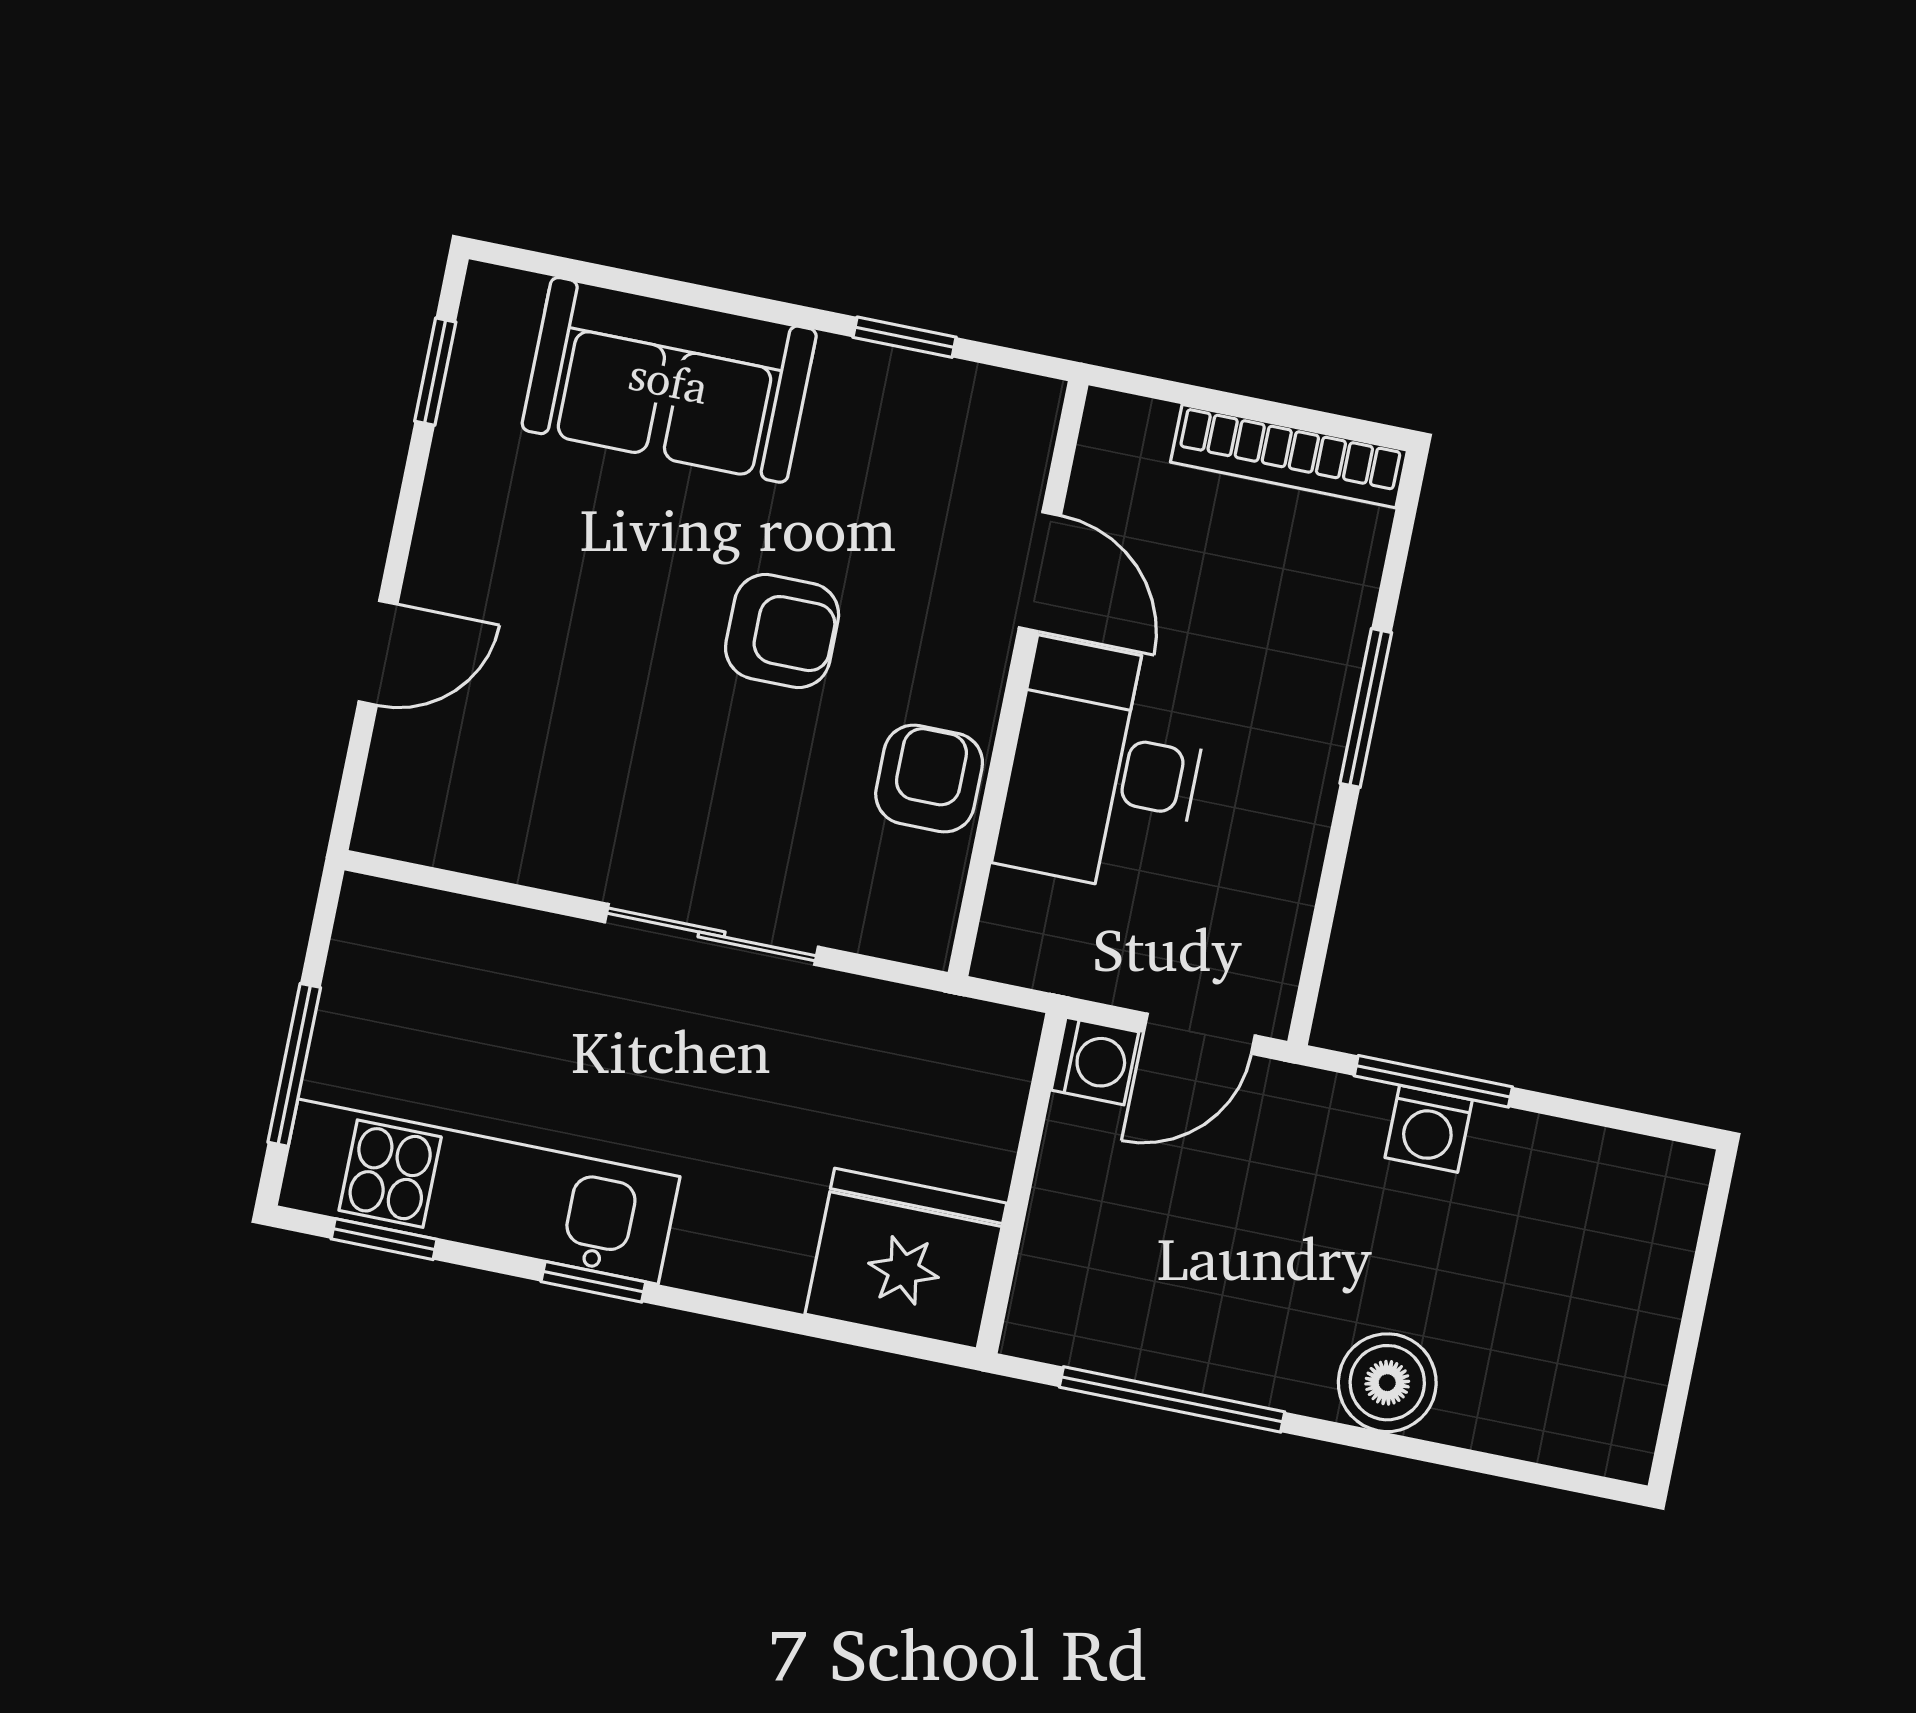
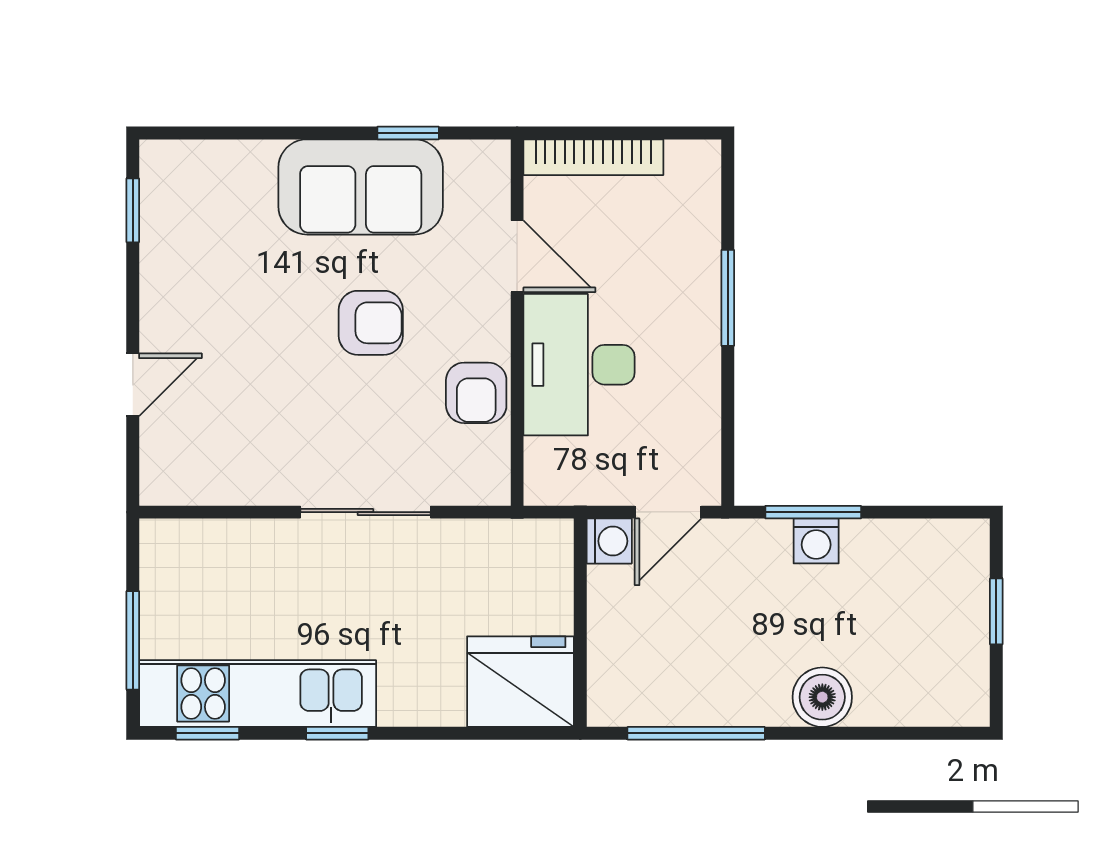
sofa: (669, 380) -> (361, 187), moved
bookcase: (1289, 456) -> (593, 157), moved
armchair: (929, 778) -> (476, 393), turned 180
window: (1696, 1301) -> (996, 611), added

